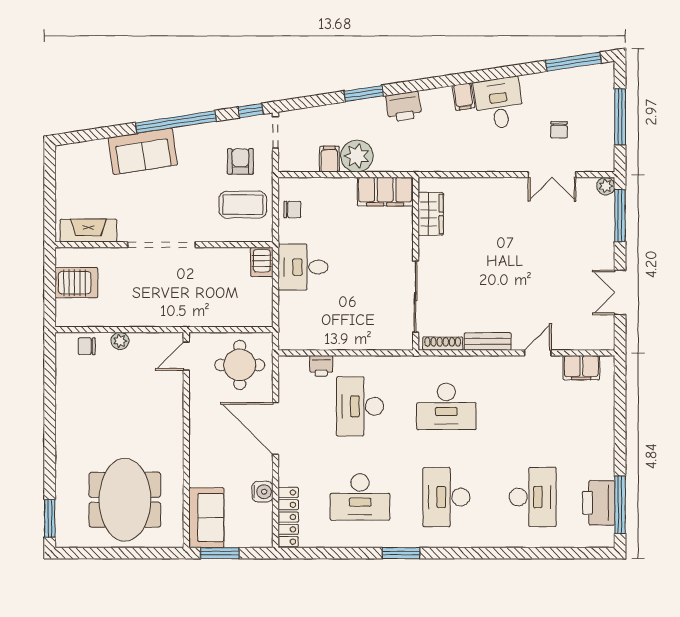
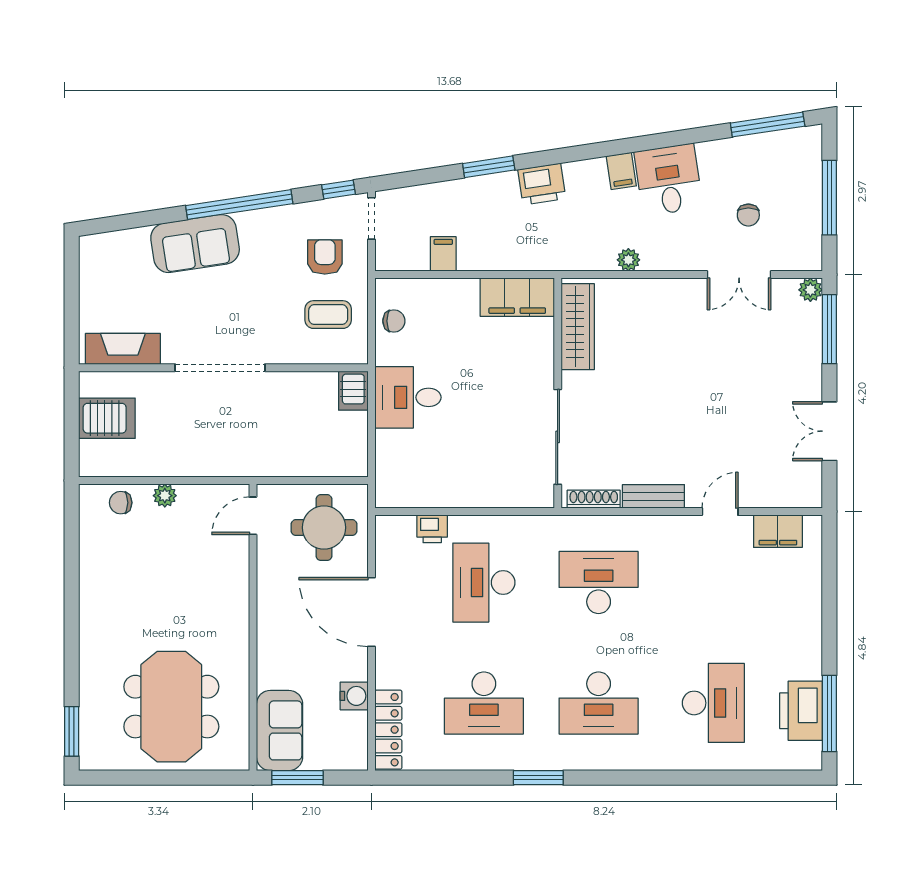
plant: (357, 156) -> (628, 260), moved, width x0.53, depth x0.53
coffee table: (243, 205) -> (328, 315), width x0.73, depth x0.77
wardrobe: (431, 214) -> (578, 327), width x1.50
desk: (446, 406) -> (599, 583), turned 180
desk: (446, 497) -> (599, 703), turned -90

